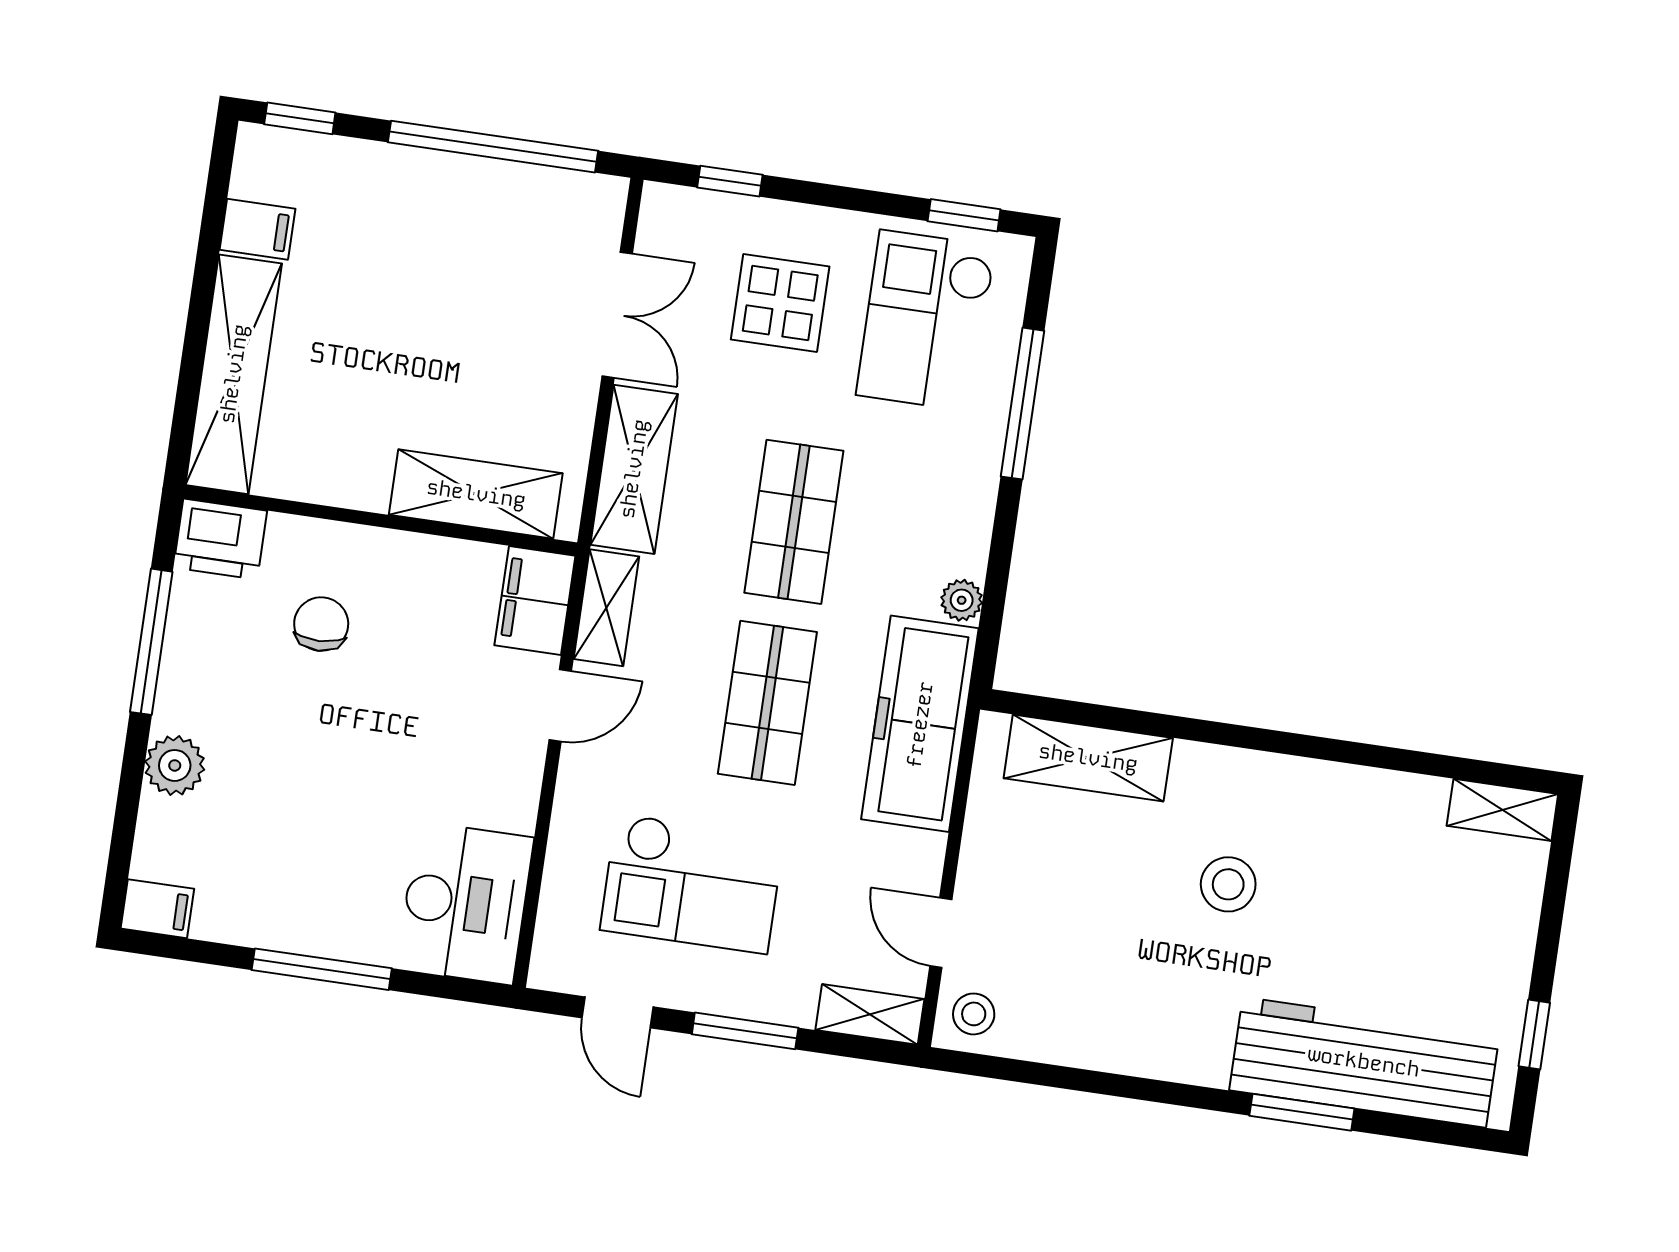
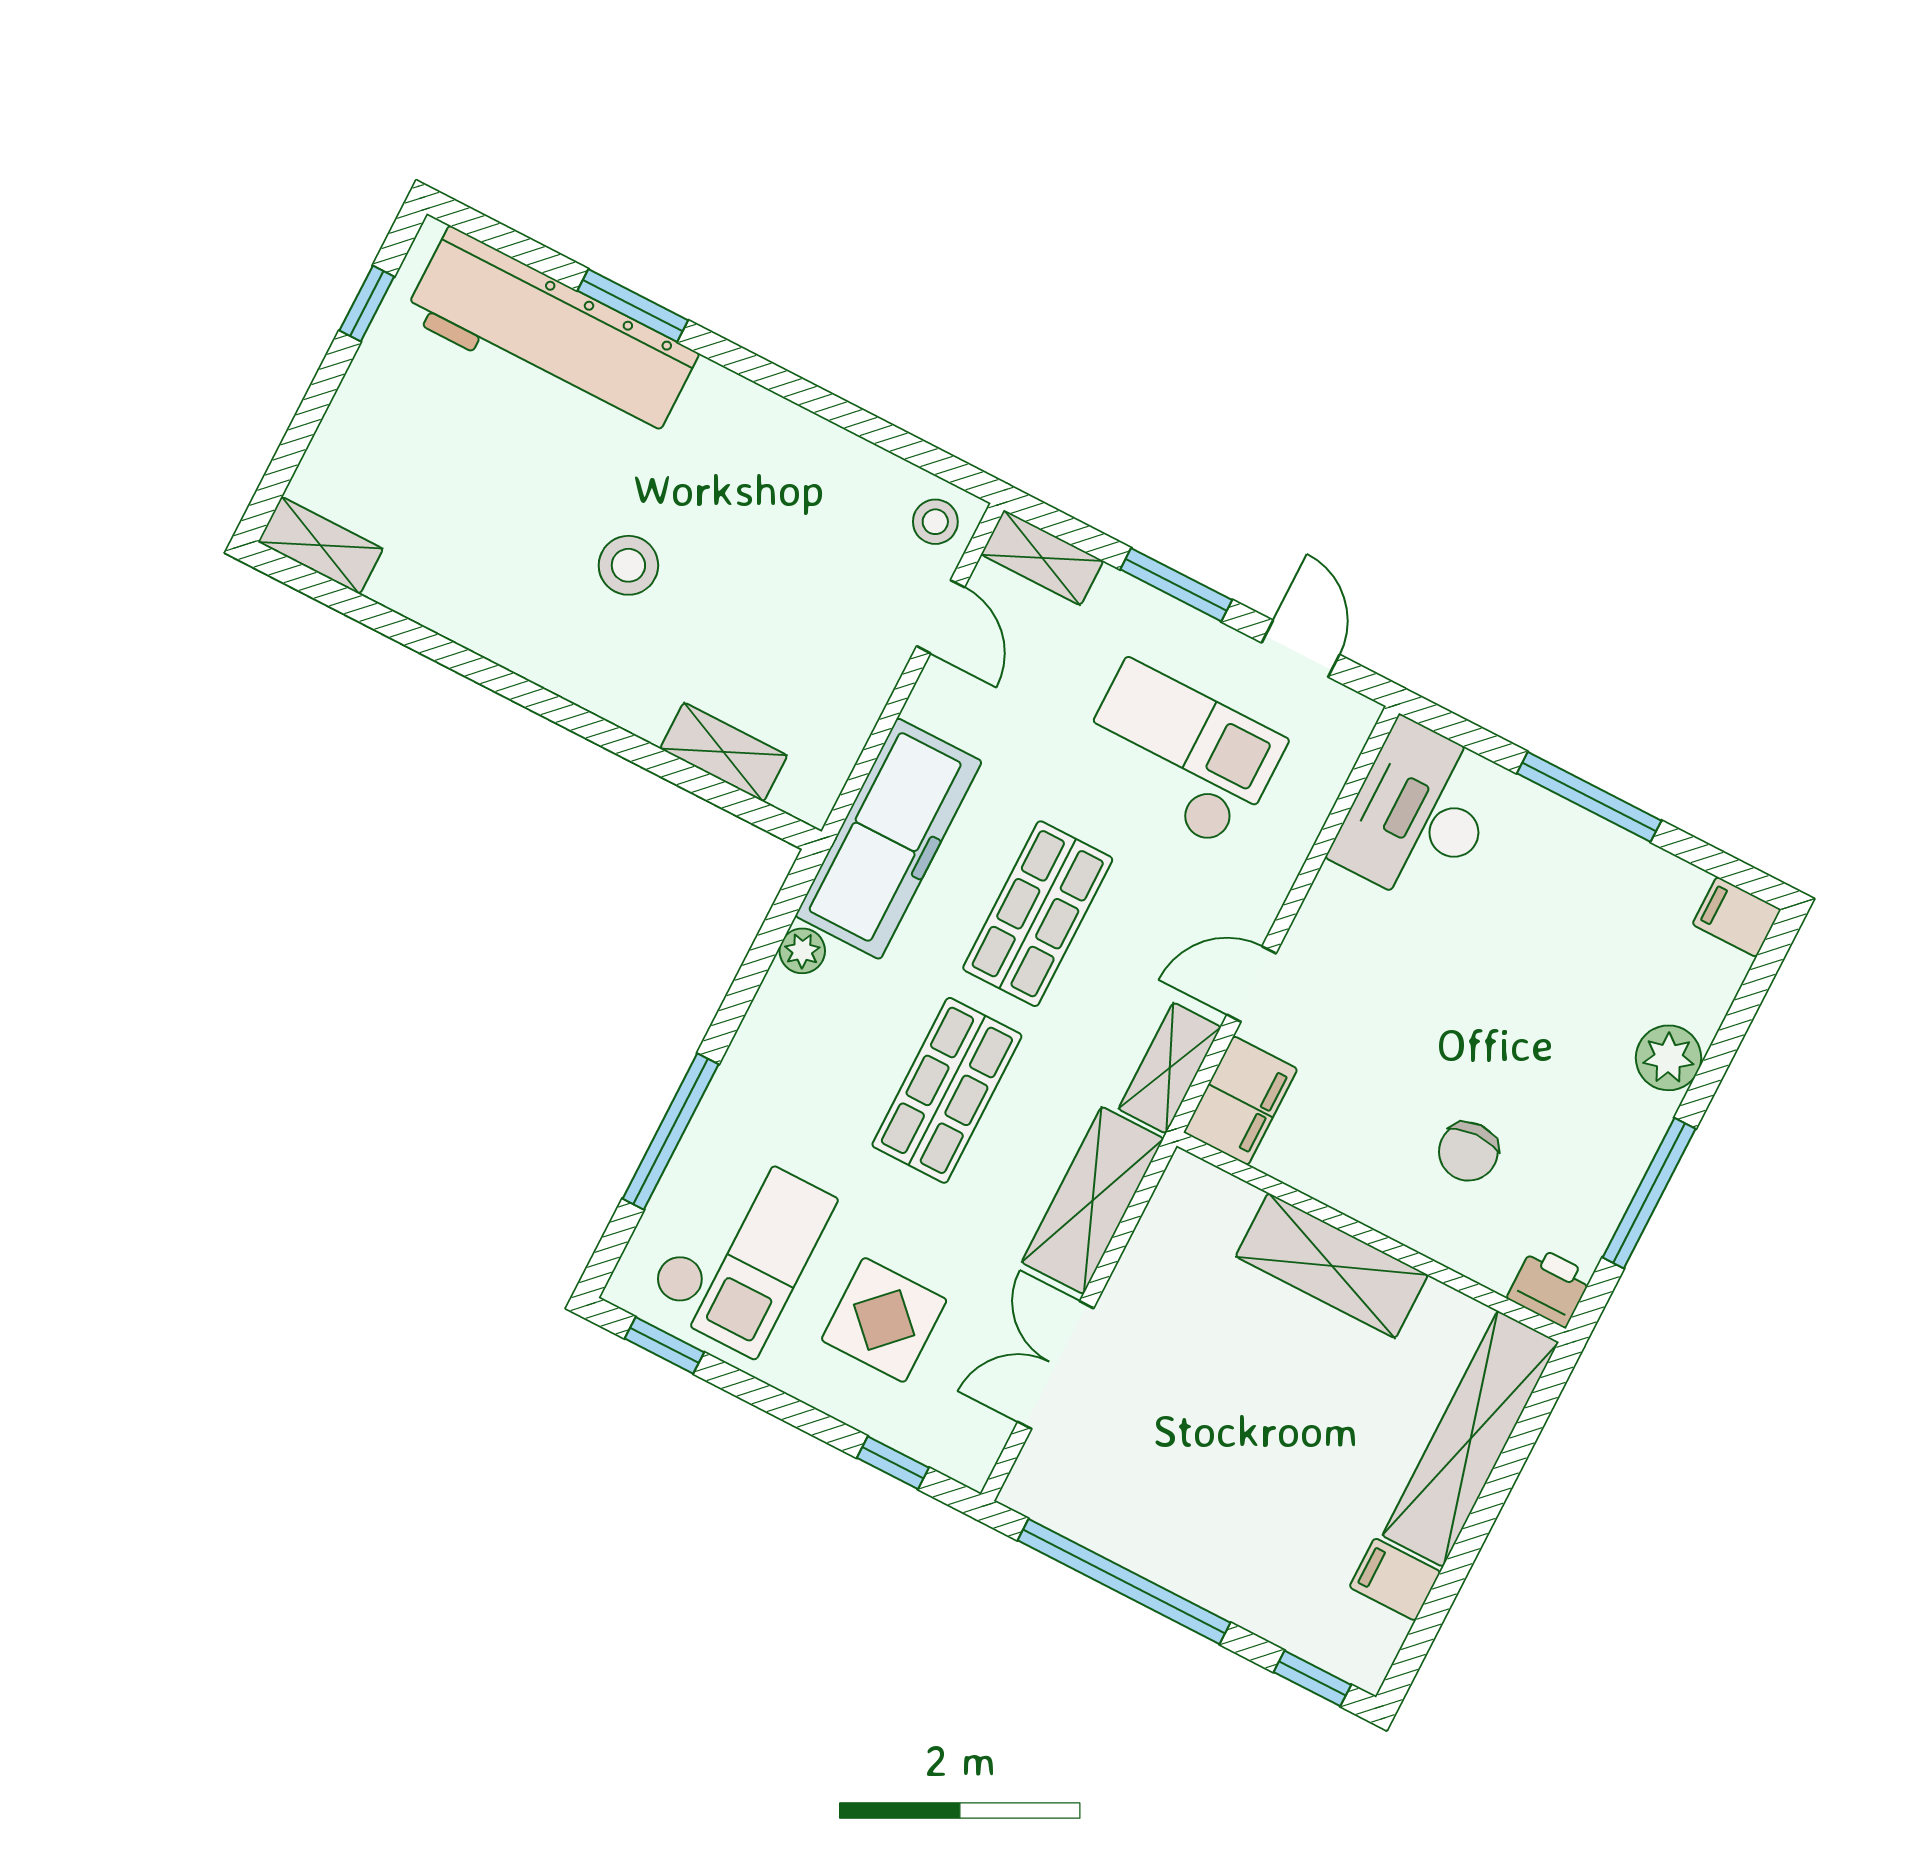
shelving: (476, 494) -> (1332, 1266), moved
printer: (220, 539) -> (1550, 1286), width x0.73, depth x0.81
shelving: (1088, 758) -> (724, 752), width x0.67, depth x0.75

